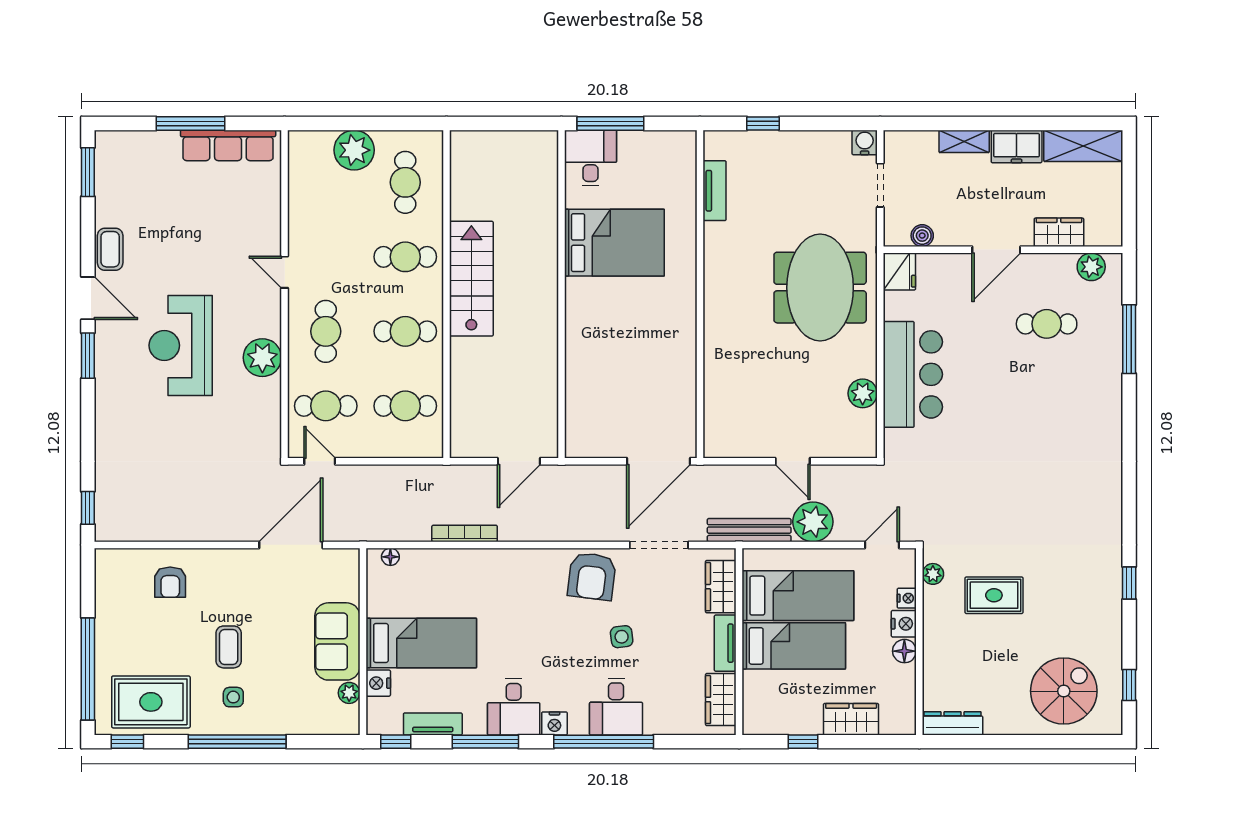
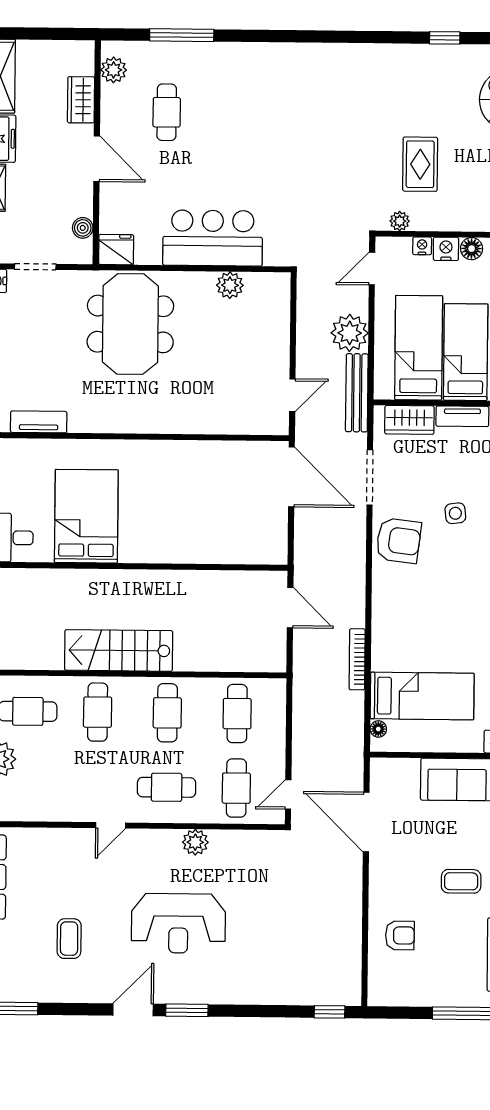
coffee table: (110, 249) -> (69, 939), moved, turned 90
meeting table: (820, 288) -> (130, 324), turned 90
plant: (262, 358) -> (195, 842), width x0.73, depth x0.73
door: (793, 461) -> (292, 395), moved
door: (882, 545) -> (372, 269), hinge flipped
window: (1129, 583) -> (445, 38), moved
bed: (421, 643) -> (422, 696), moved, turned 90

